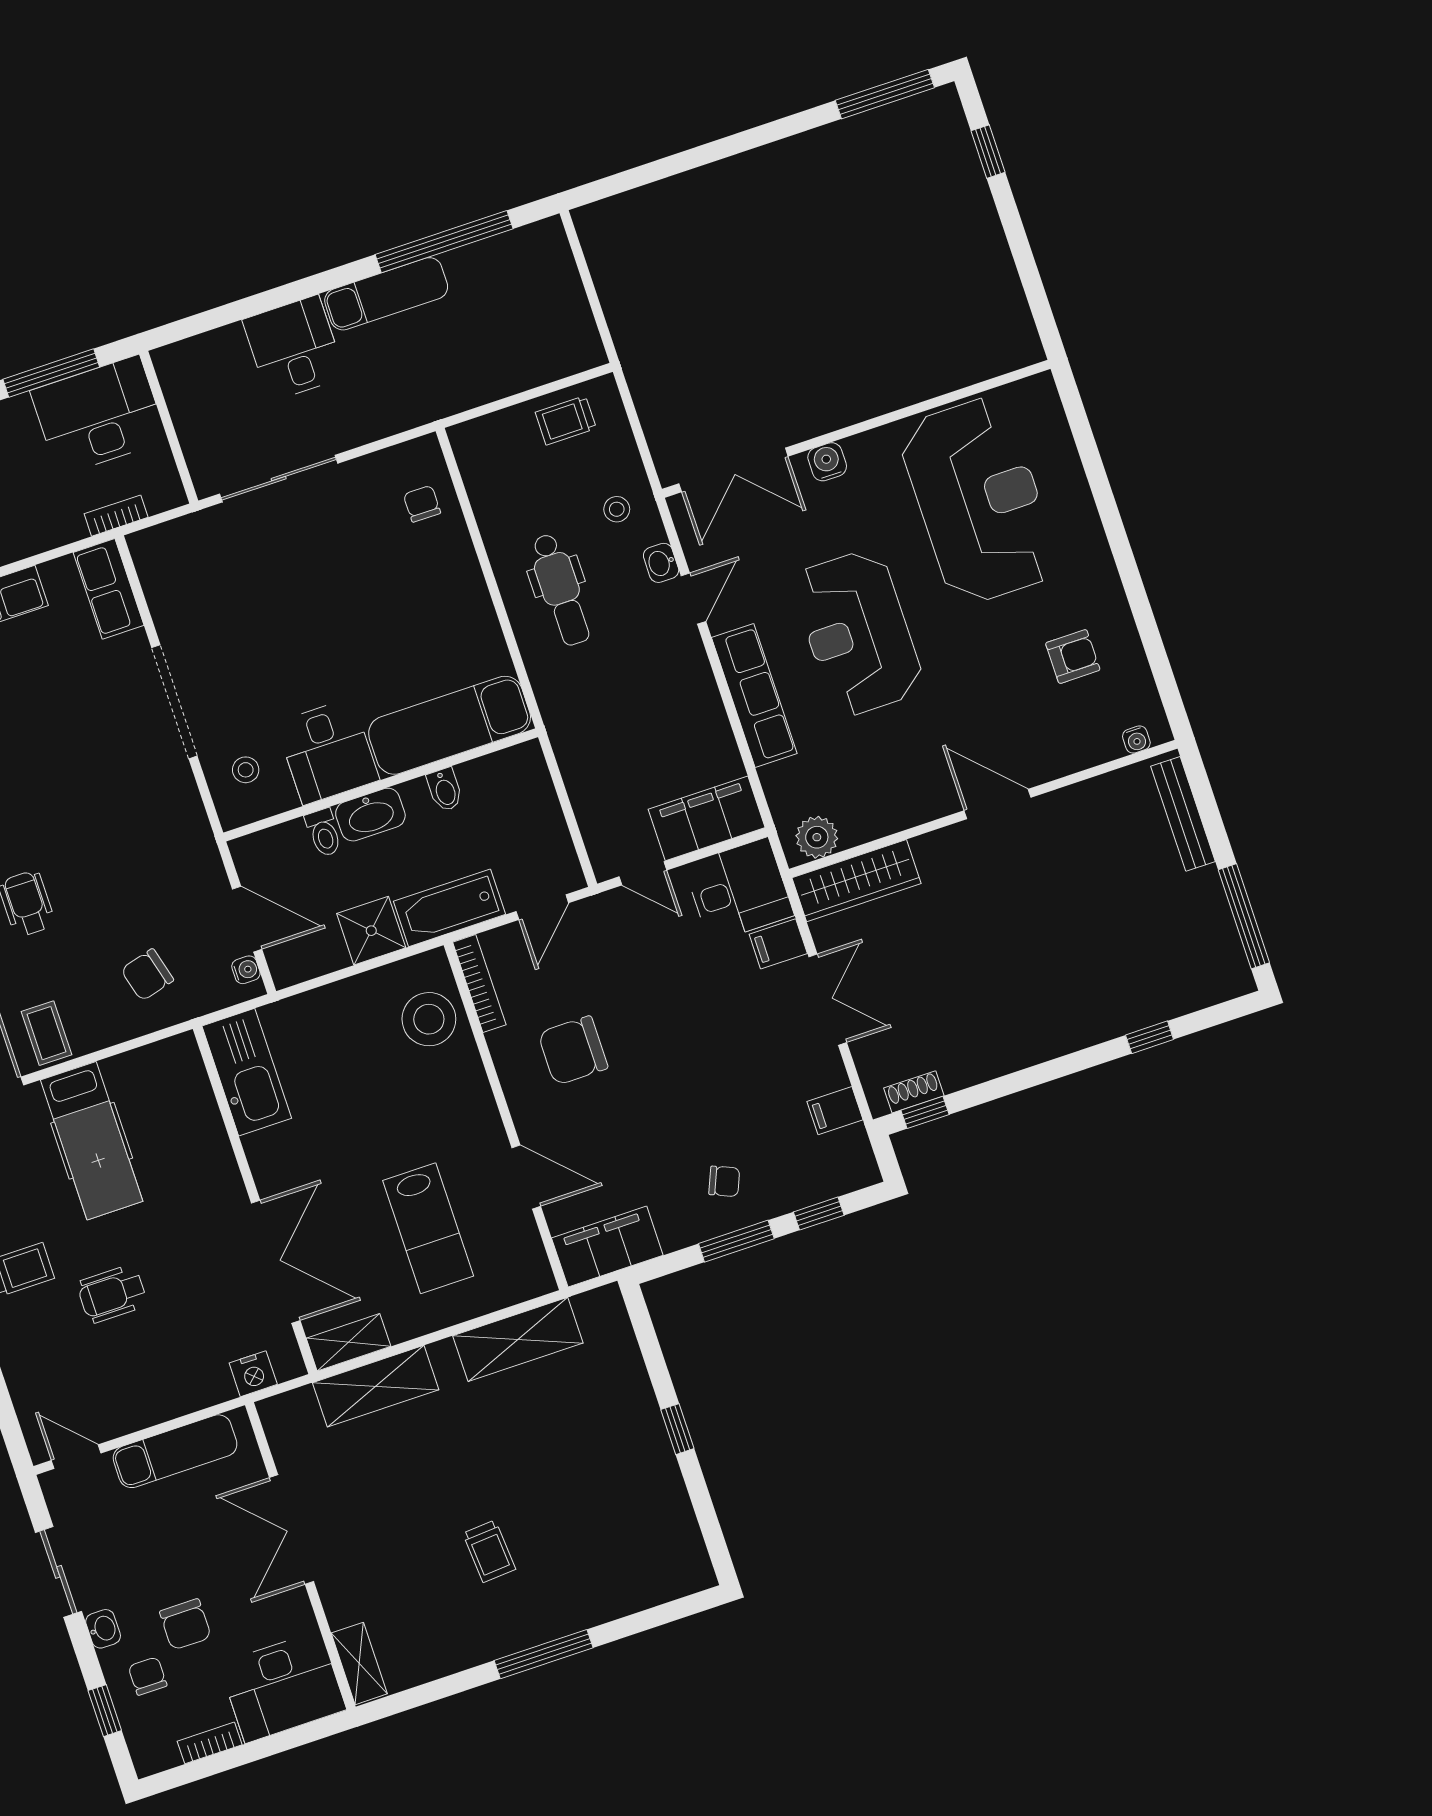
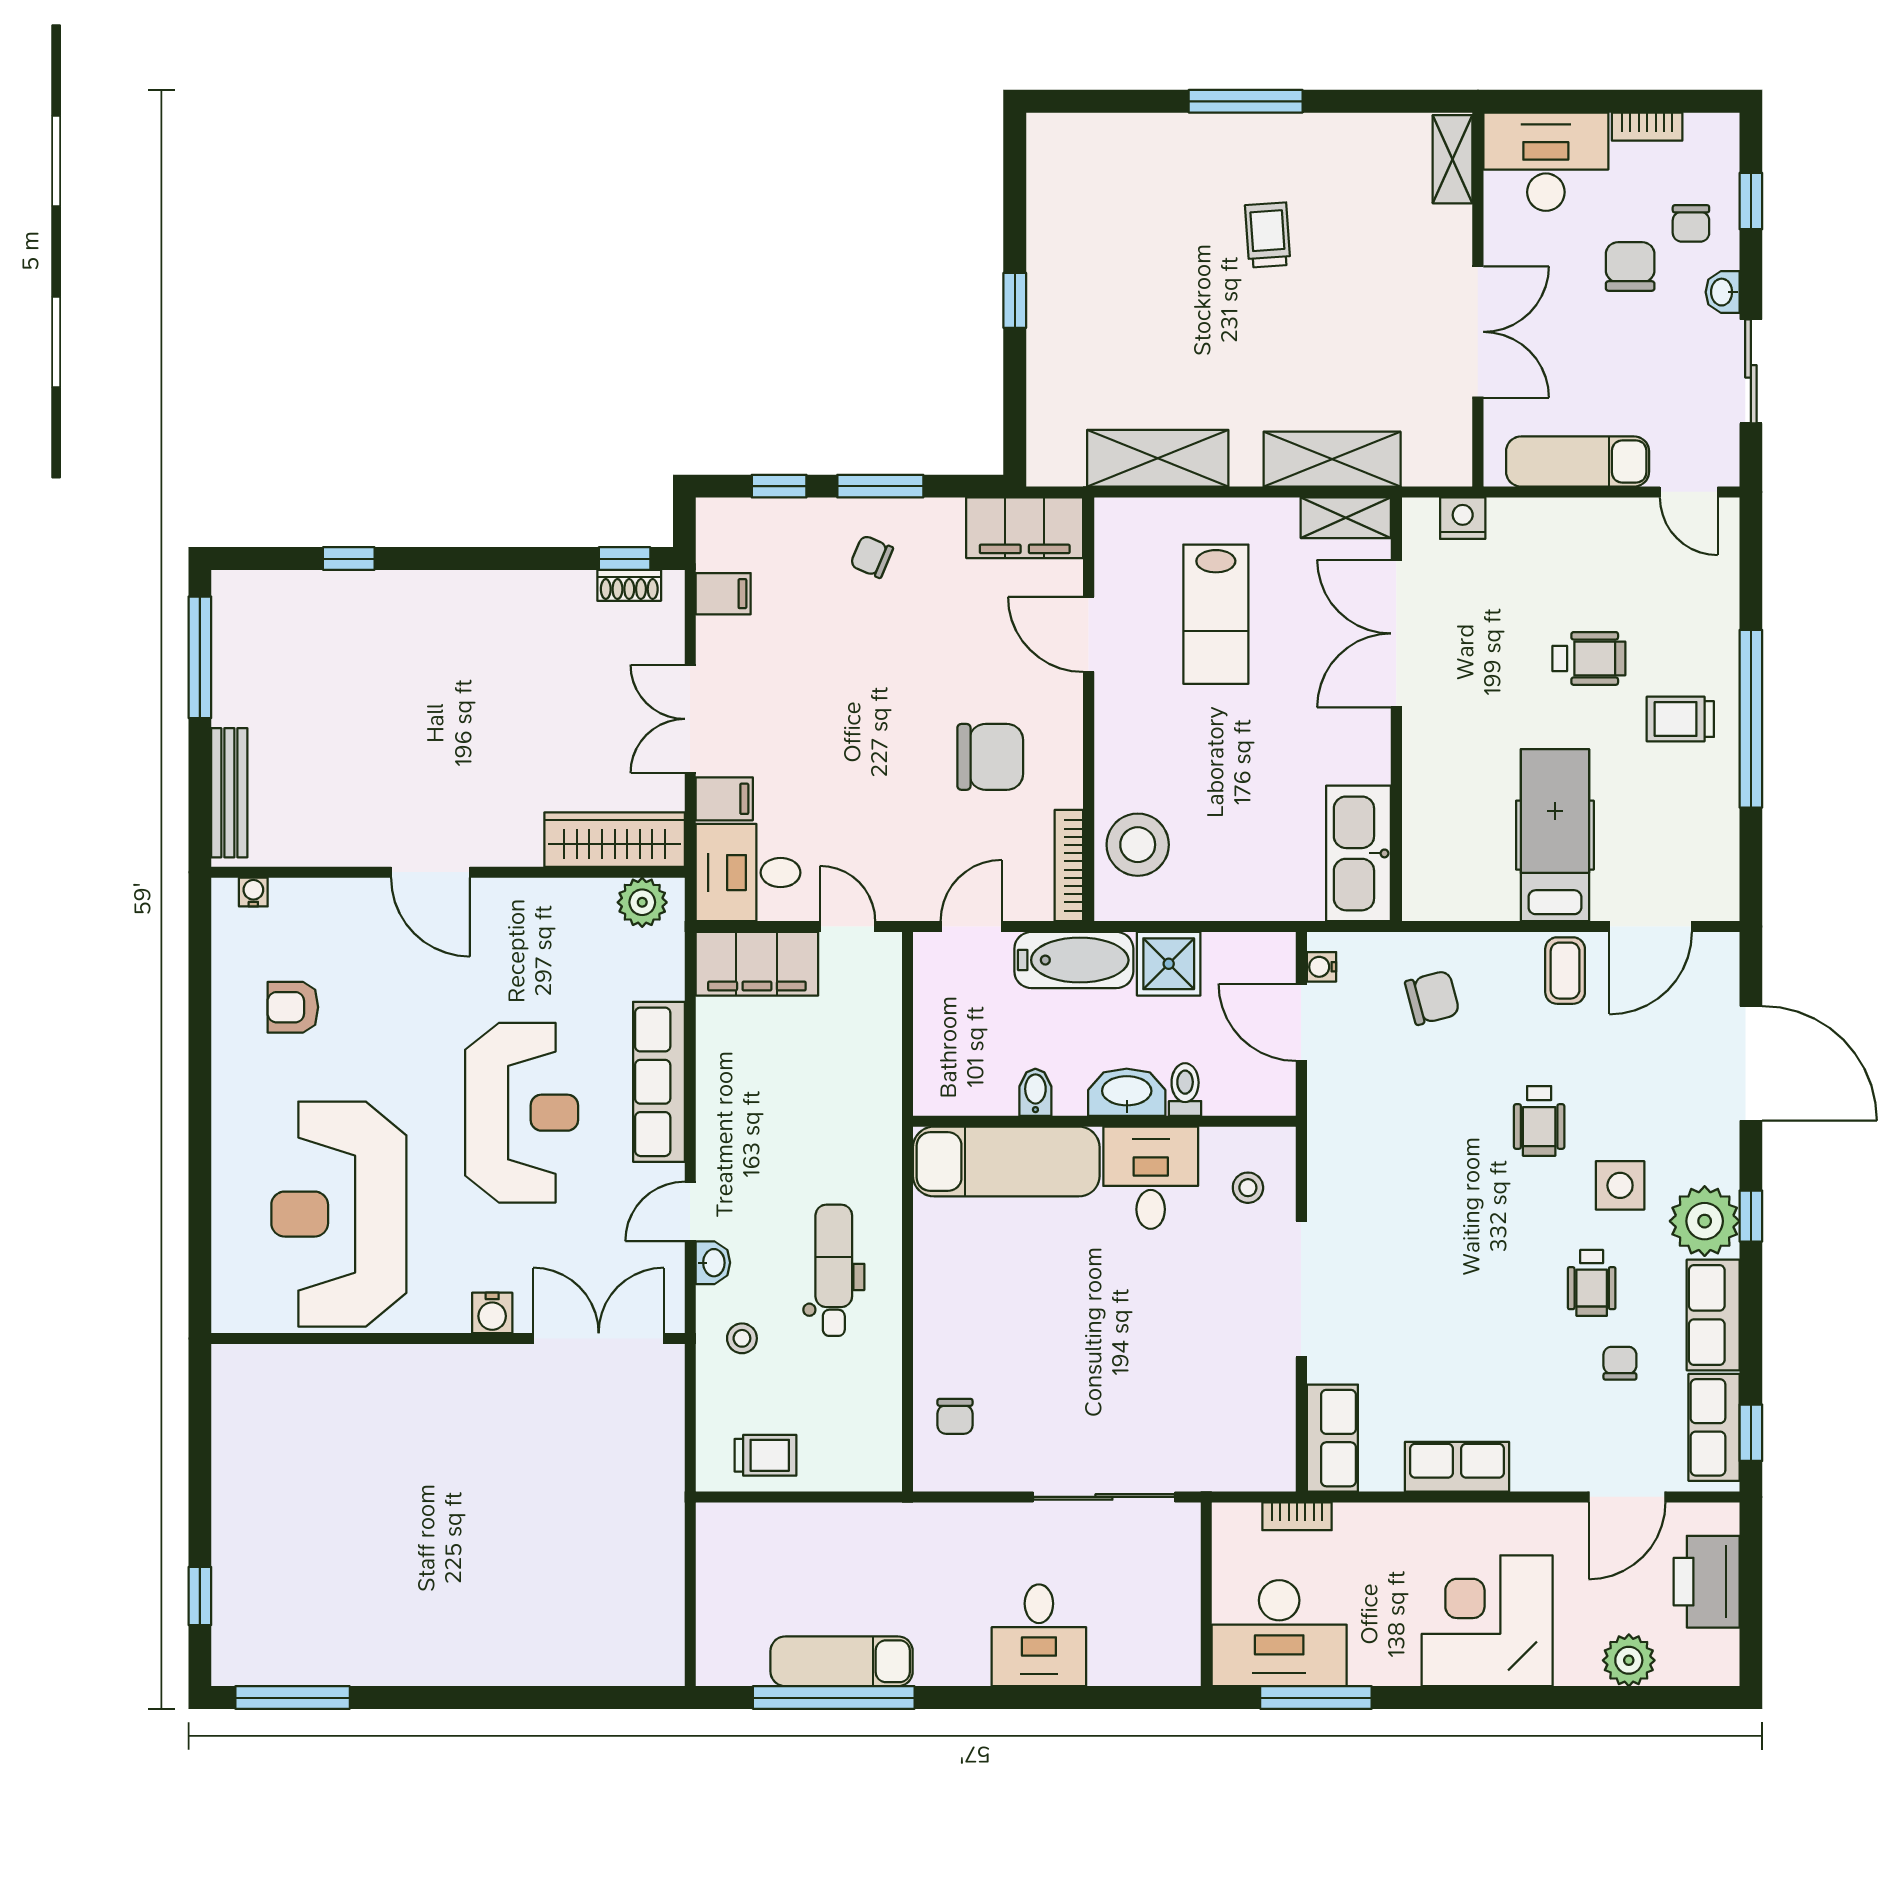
exam couch: (386, 294) -> (842, 1661), moved
lab bench: (428, 1228) -> (1216, 614), turned 180

